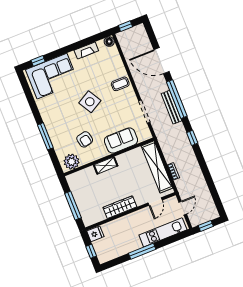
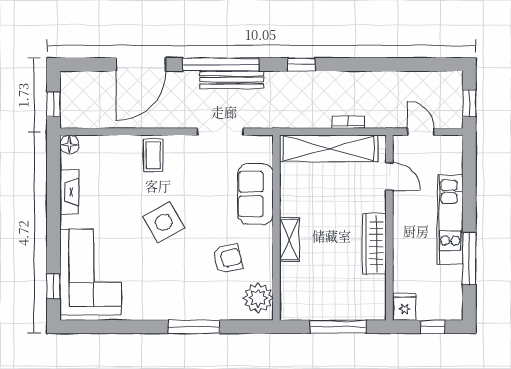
kitchen unit: (163, 232) -> (450, 220), moved
window: (142, 251) -> (469, 258), moved

